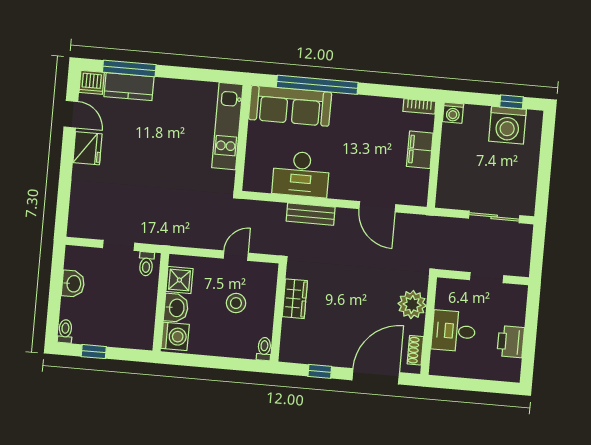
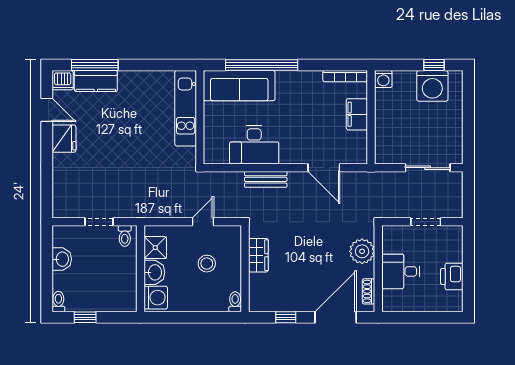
bookcase: (419, 106) -> (345, 76), width x1.56

